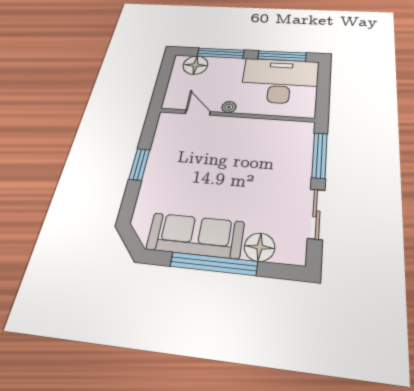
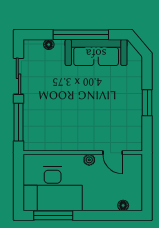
window: (221, 53) -> (104, 215), removed
floor lamp: (195, 65) -> (123, 205), width x0.53, depth x0.53
floor lamp: (260, 247) -> (49, 45), width x0.53, depth x0.53

